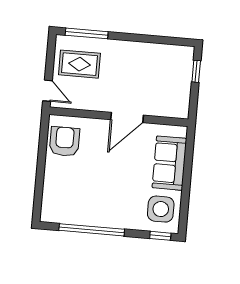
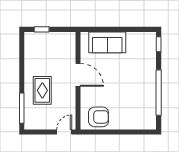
rug: (79, 64) -> (42, 90), moved
armchair: (65, 141) -> (99, 117), turned 180
side table: (161, 209) -> (140, 46), removed

